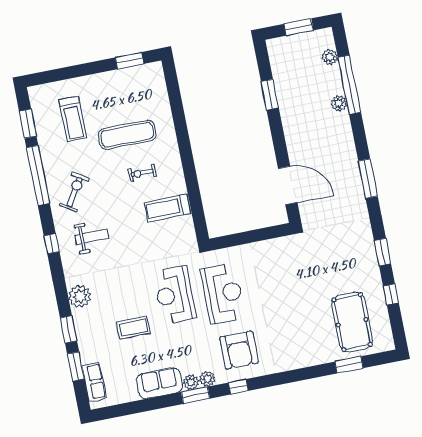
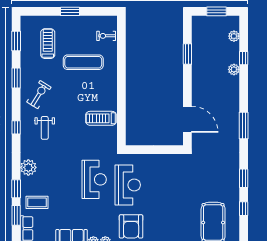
window: (129, 61) -> (70, 11), moved
window: (349, 85) -> (244, 58), width x0.32
treadmill: (73, 119) -> (48, 44), turned 180
exercise bike: (142, 173) -> (106, 36), moved
window: (38, 175) -> (16, 78), width x0.47
weight bench: (92, 237) -> (45, 128), turned 90
reception desk: (175, 295) -> (94, 179), turned 180
coffee table: (133, 328) -> (37, 202), moved

